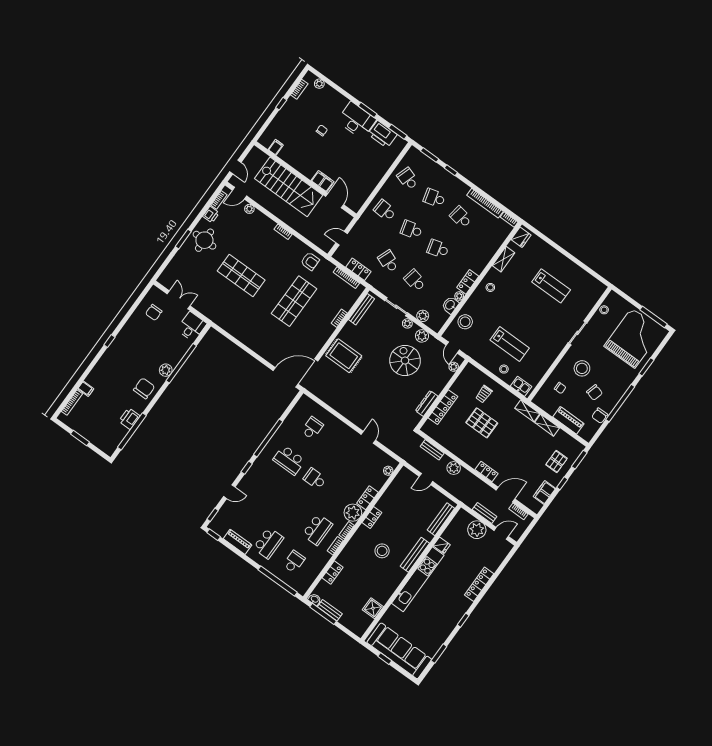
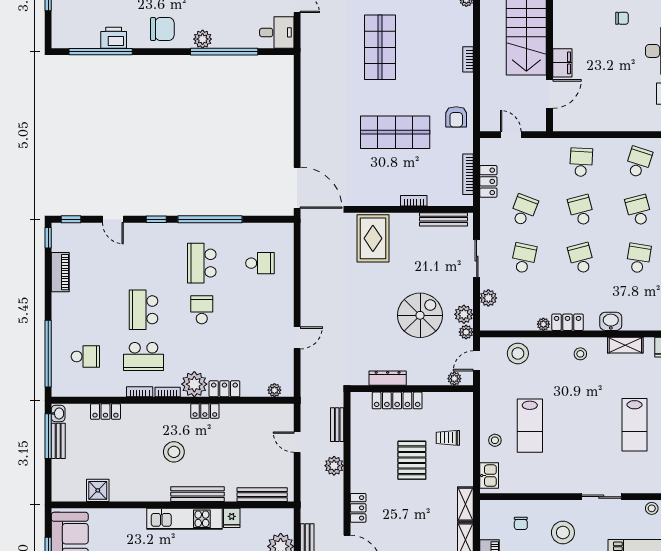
washbasin: (450, 305) -> (611, 321), moved
plant: (407, 323) -> (466, 332), moved
school desk: (268, 543) -> (144, 310), moved, turned 90
kitchen unit: (418, 579) -> (185, 519), width x0.73

